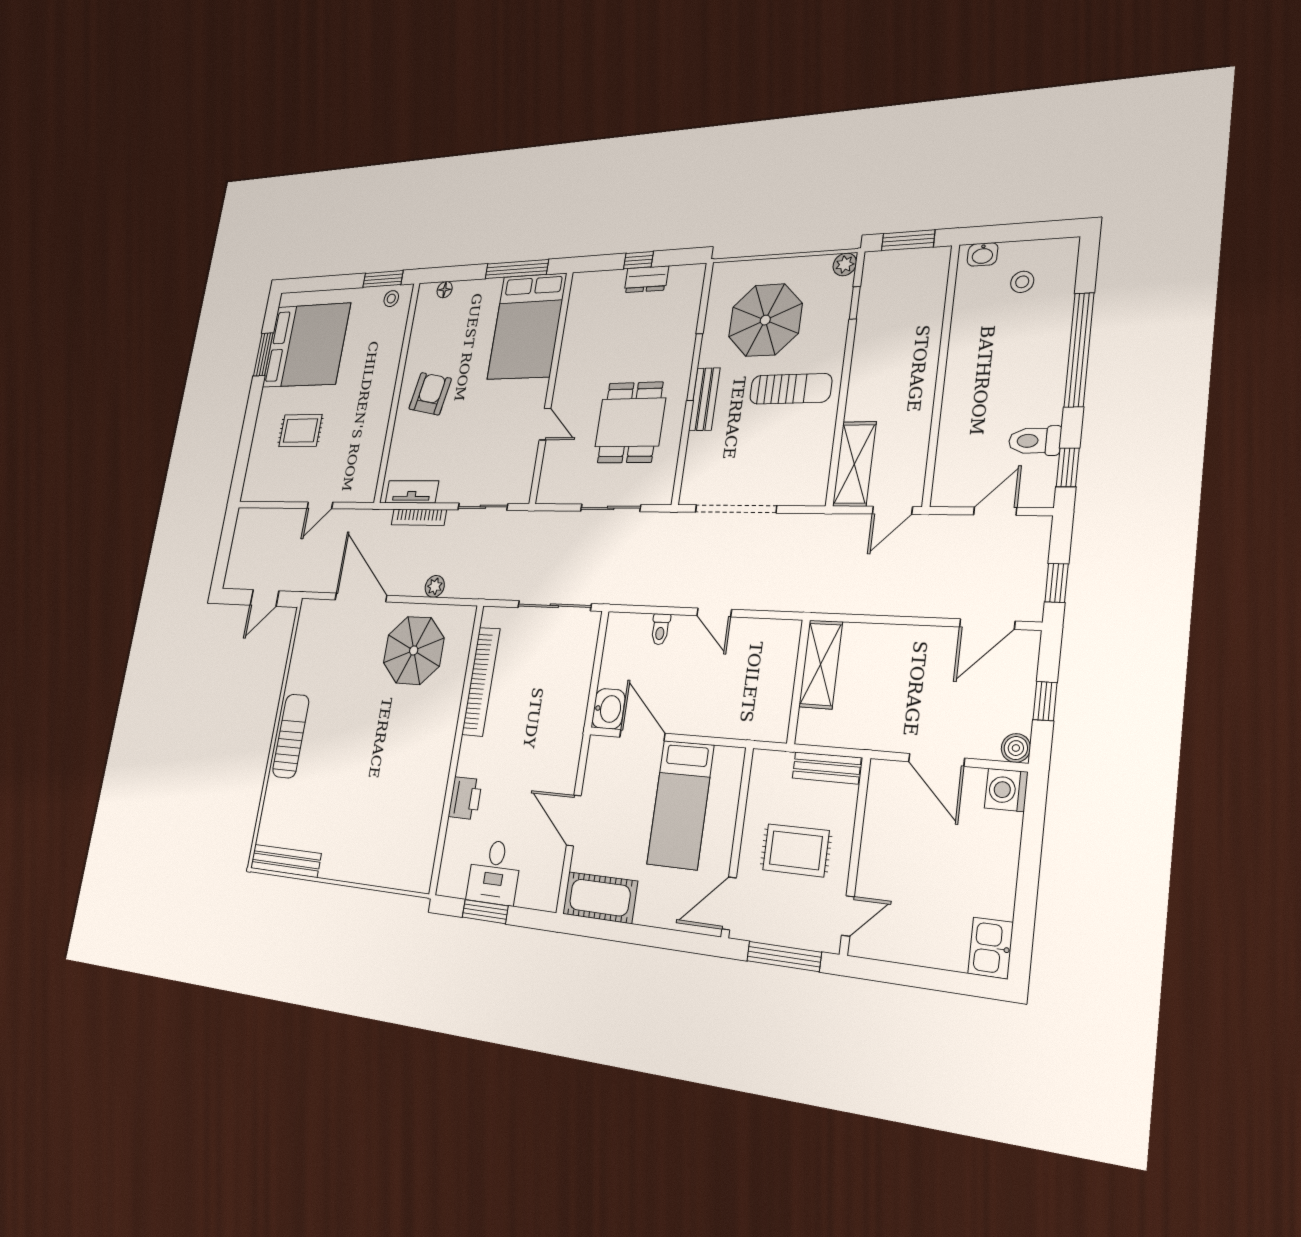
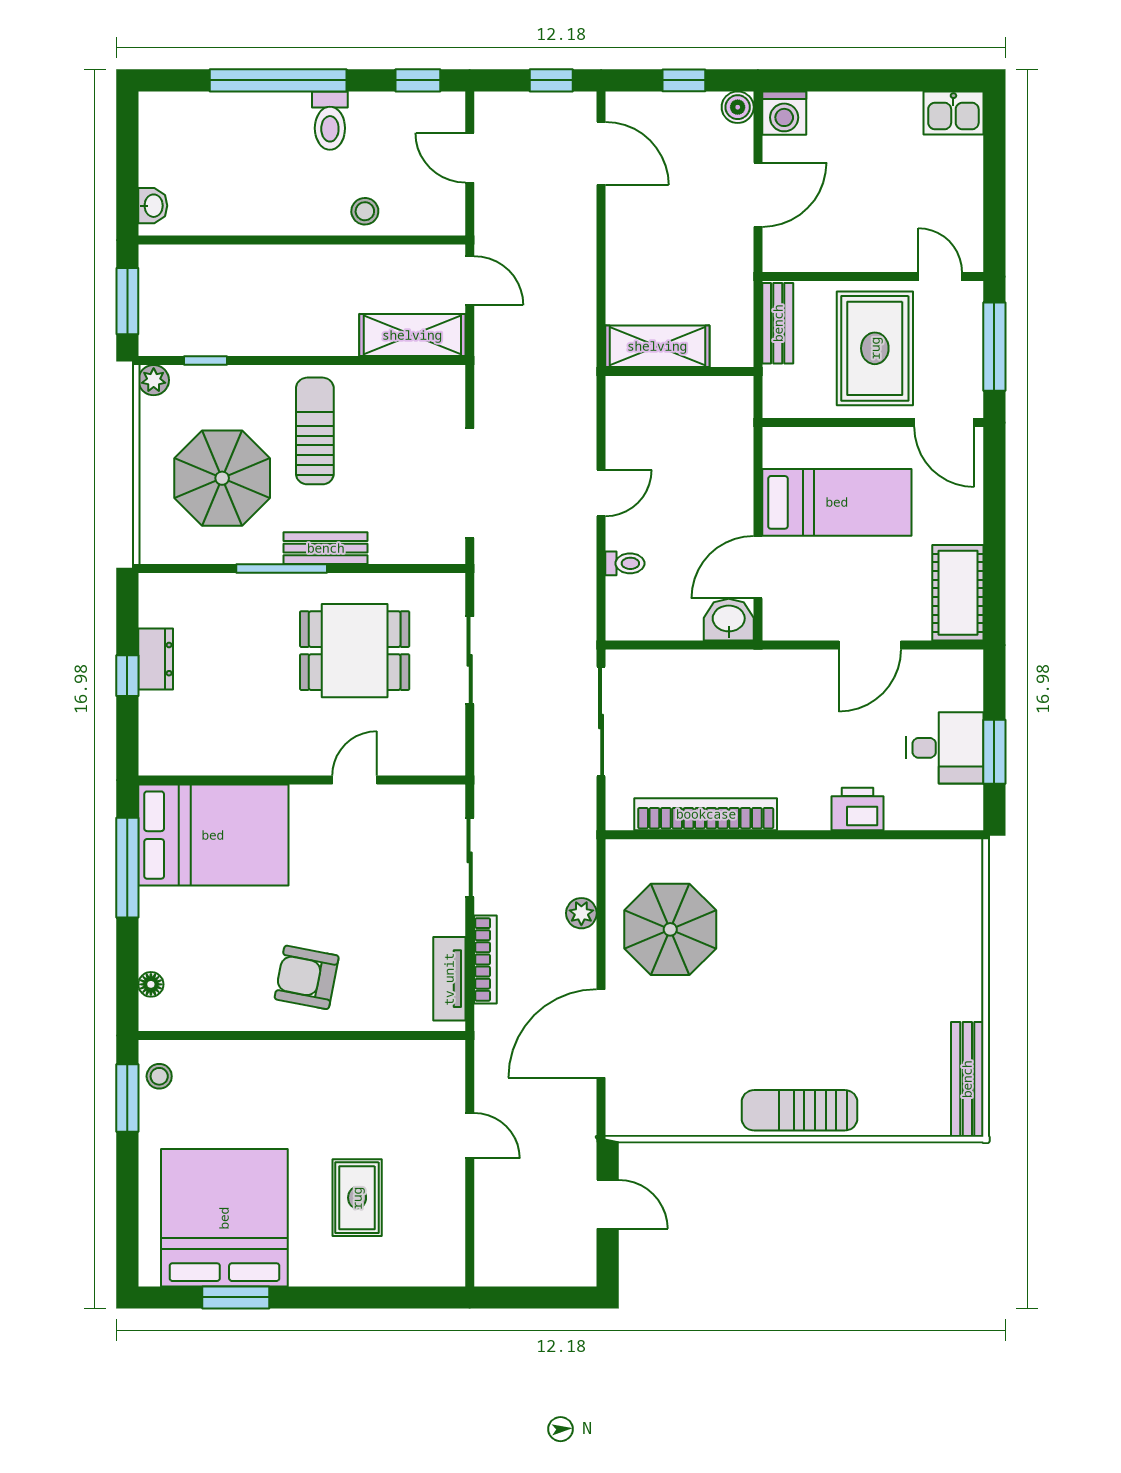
stool: (1022, 282) -> (365, 211), moved
toilet: (1035, 441) -> (330, 121), moved
rug: (796, 850) -> (875, 348), width x1.36, depth x1.43

